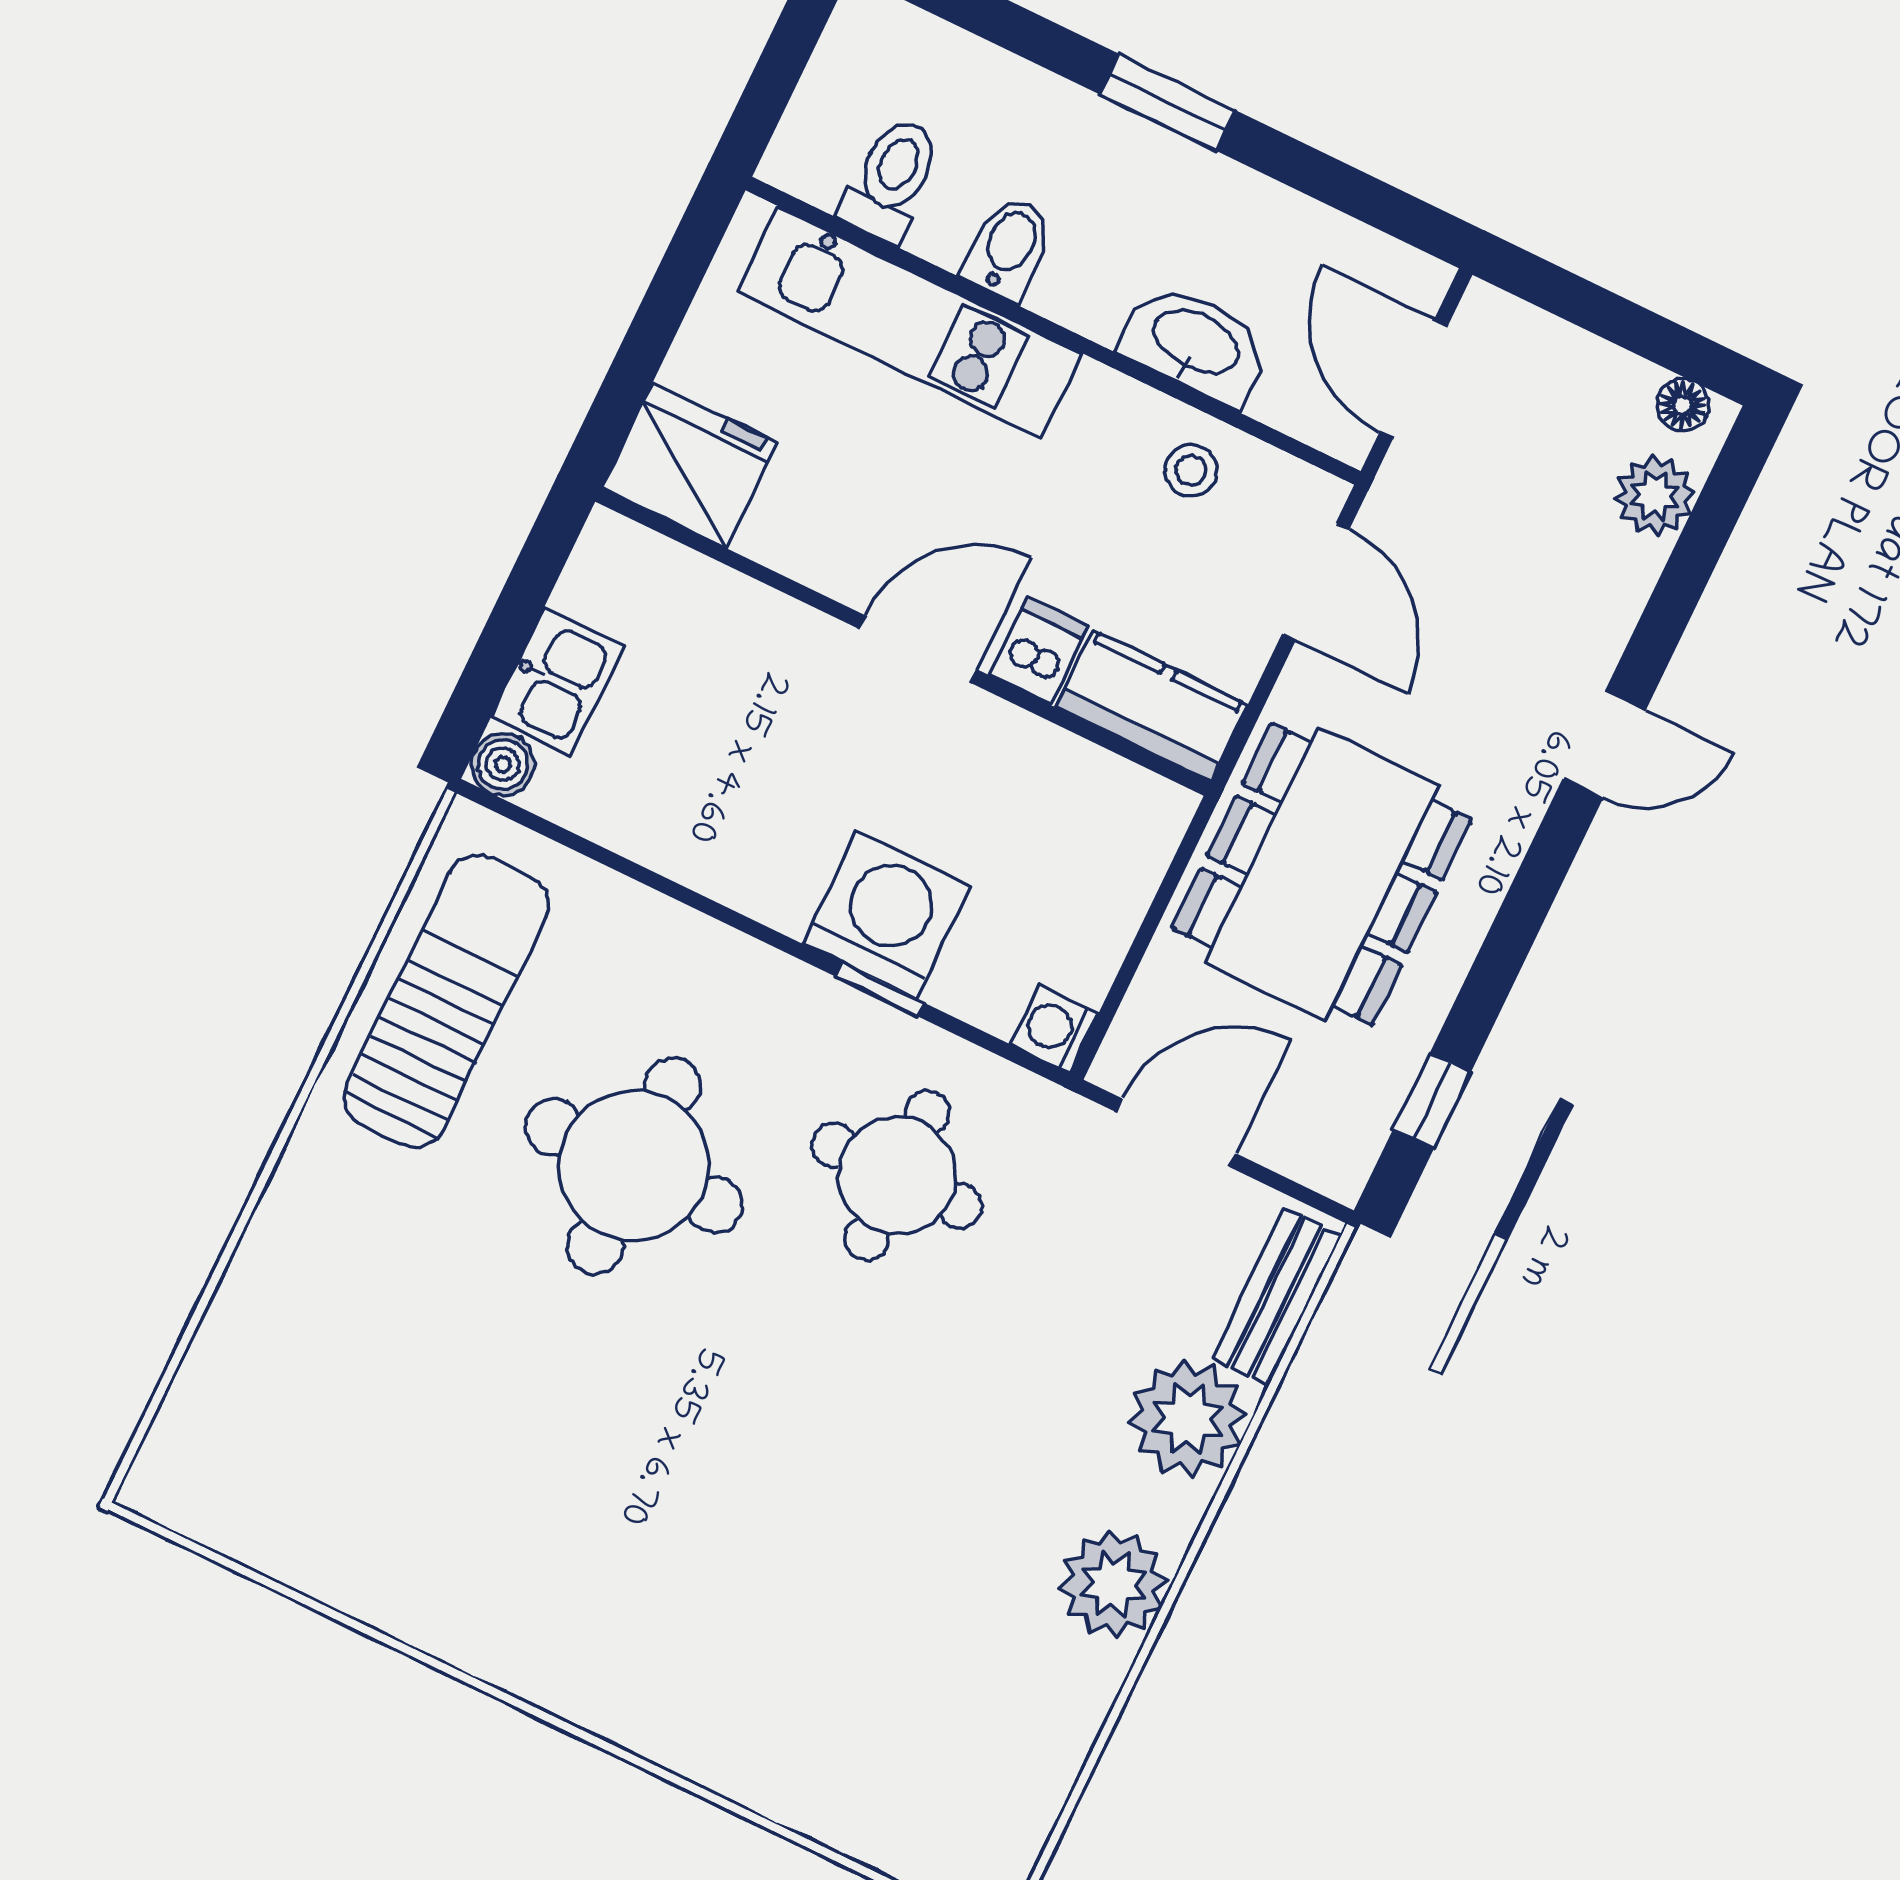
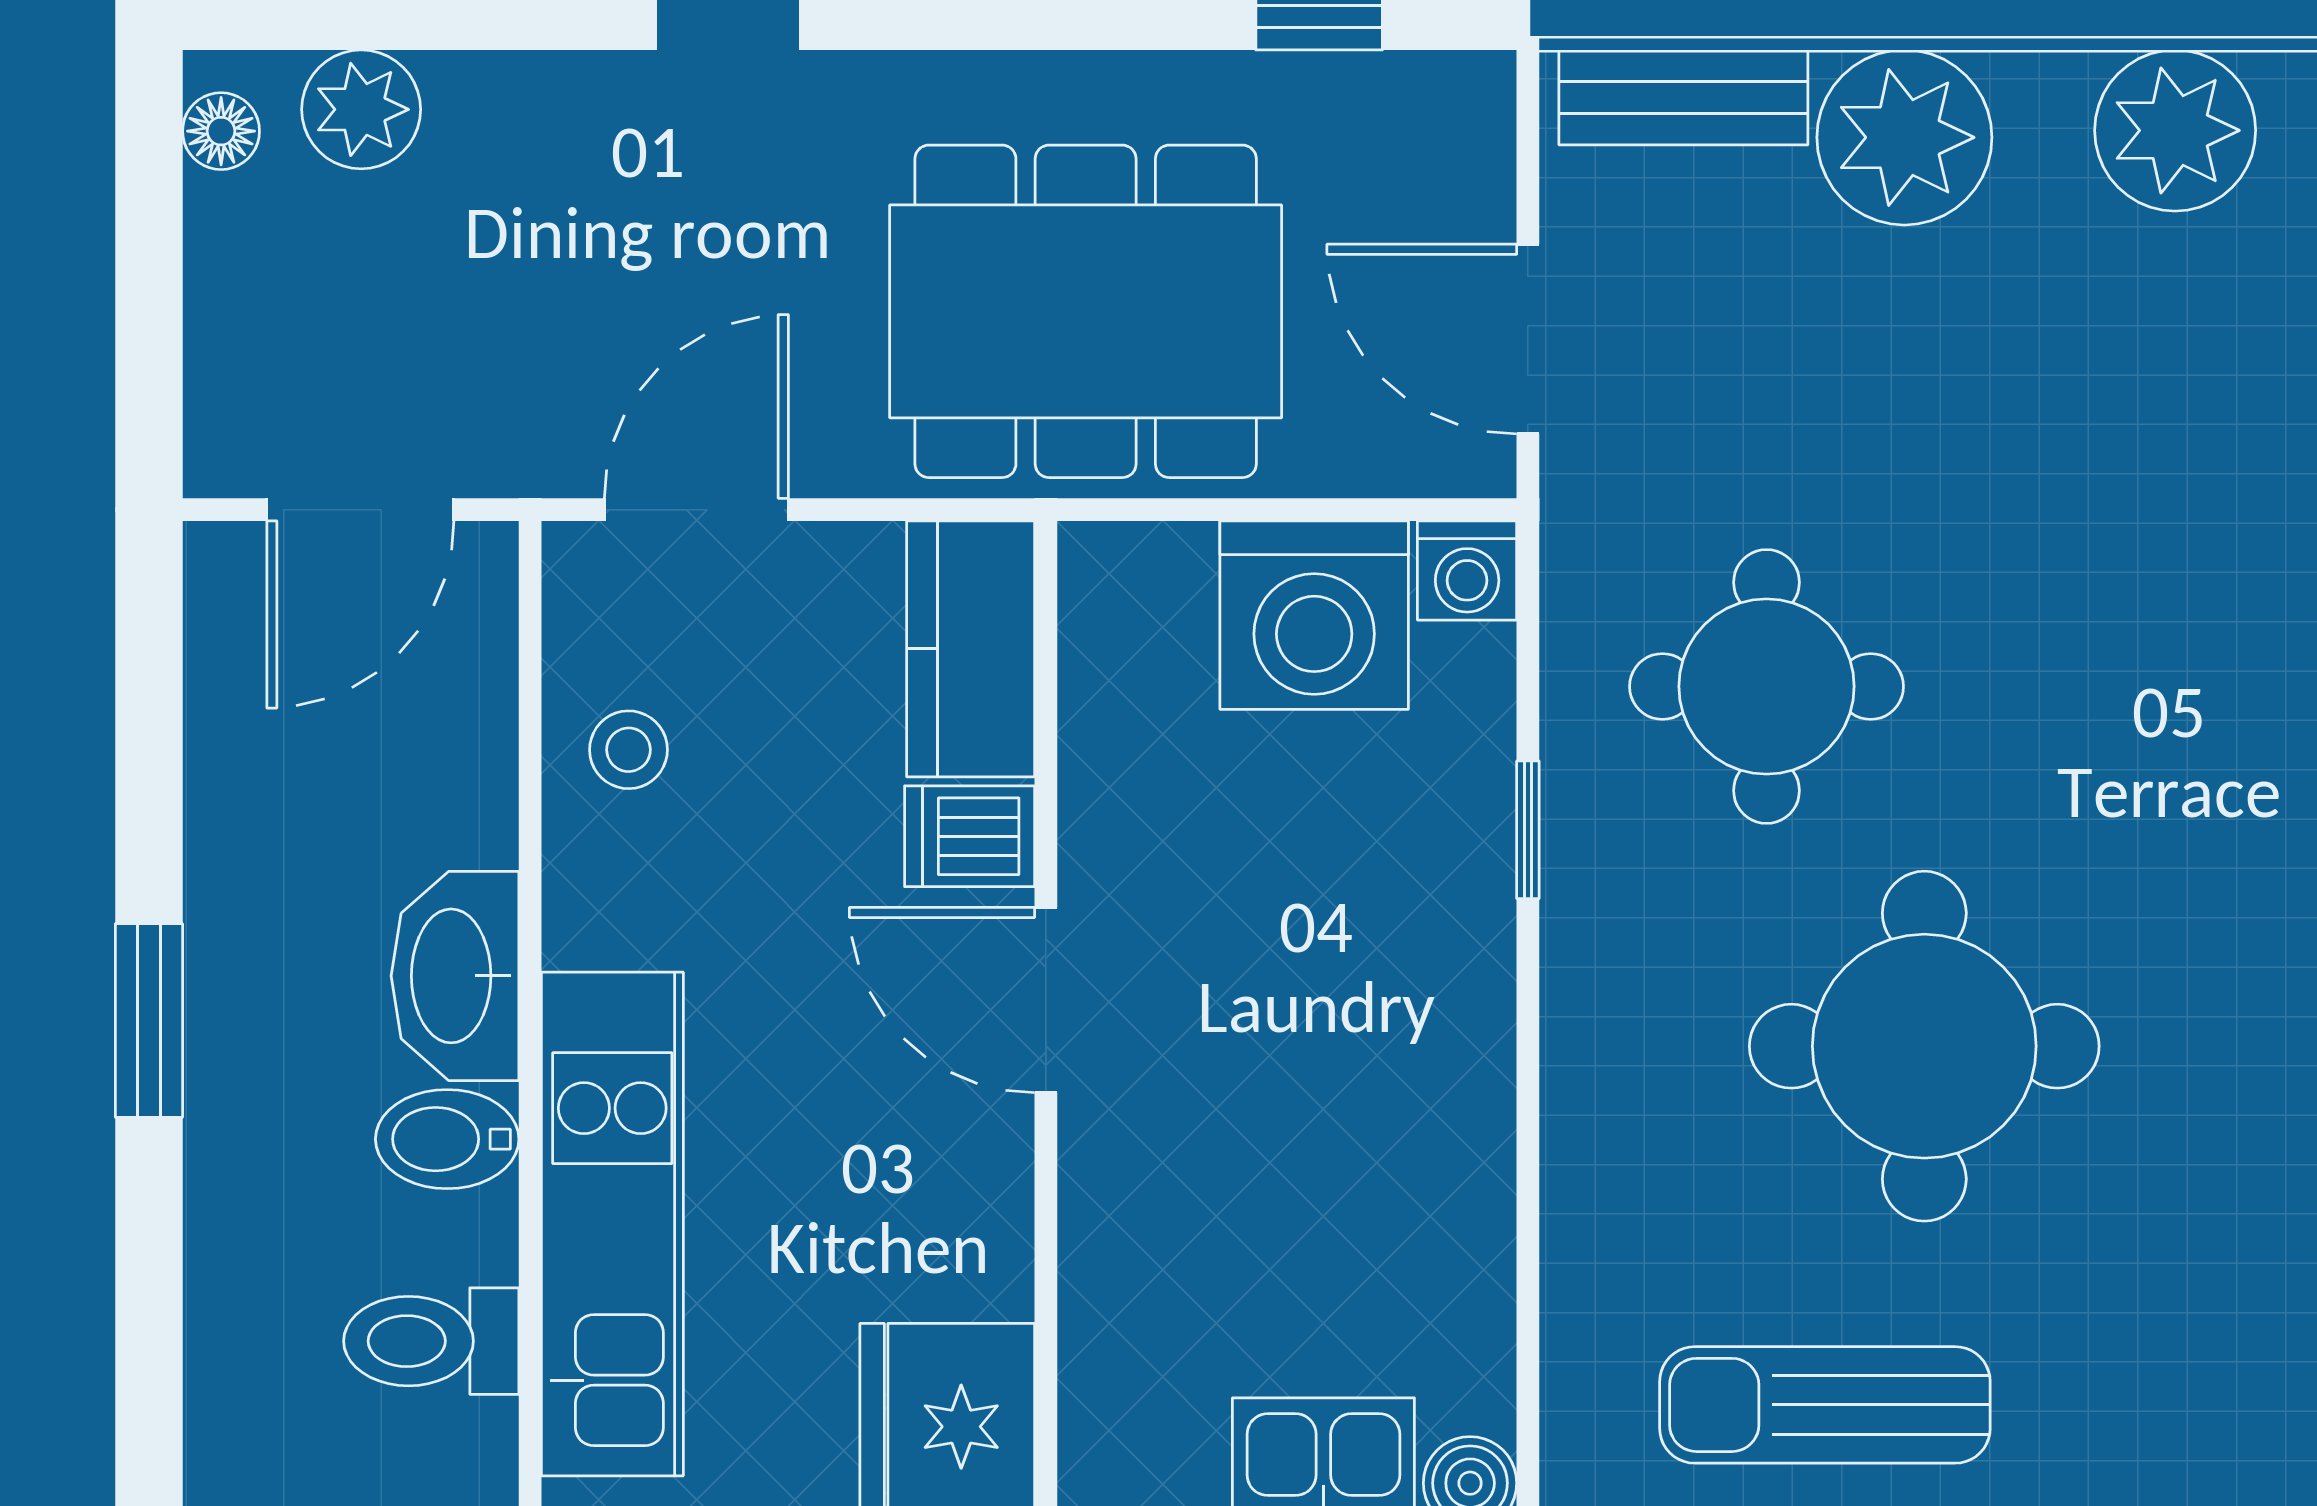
washbasin: (1195, 343) -> (455, 976), moved
washing machine: (887, 915) -> (1314, 615), moved, turned -90
sun lounger: (446, 1001) -> (1825, 1405), width x0.73, depth x0.75

